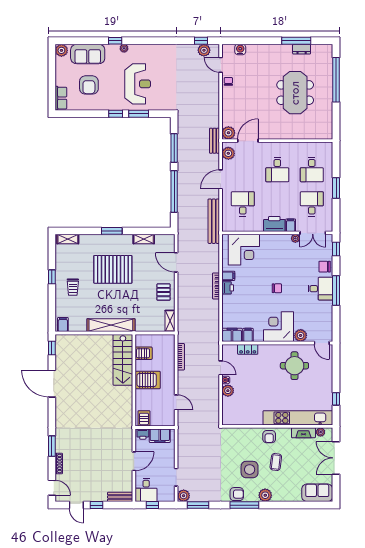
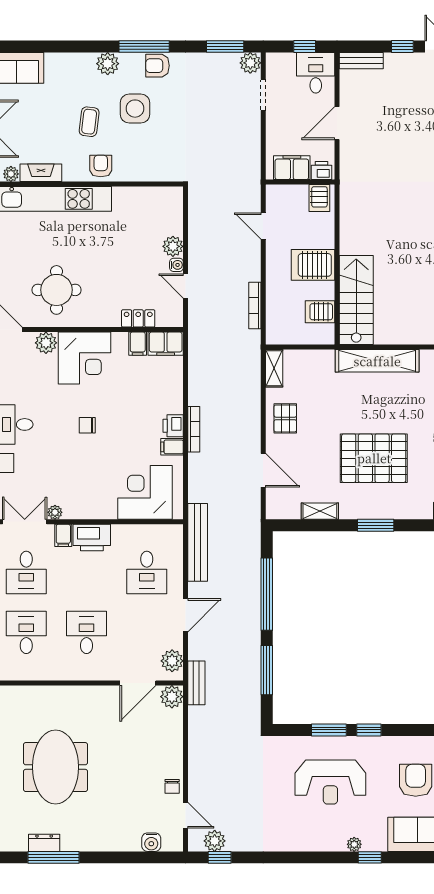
reception desk: (138, 84) -> (330, 782), turned -90

